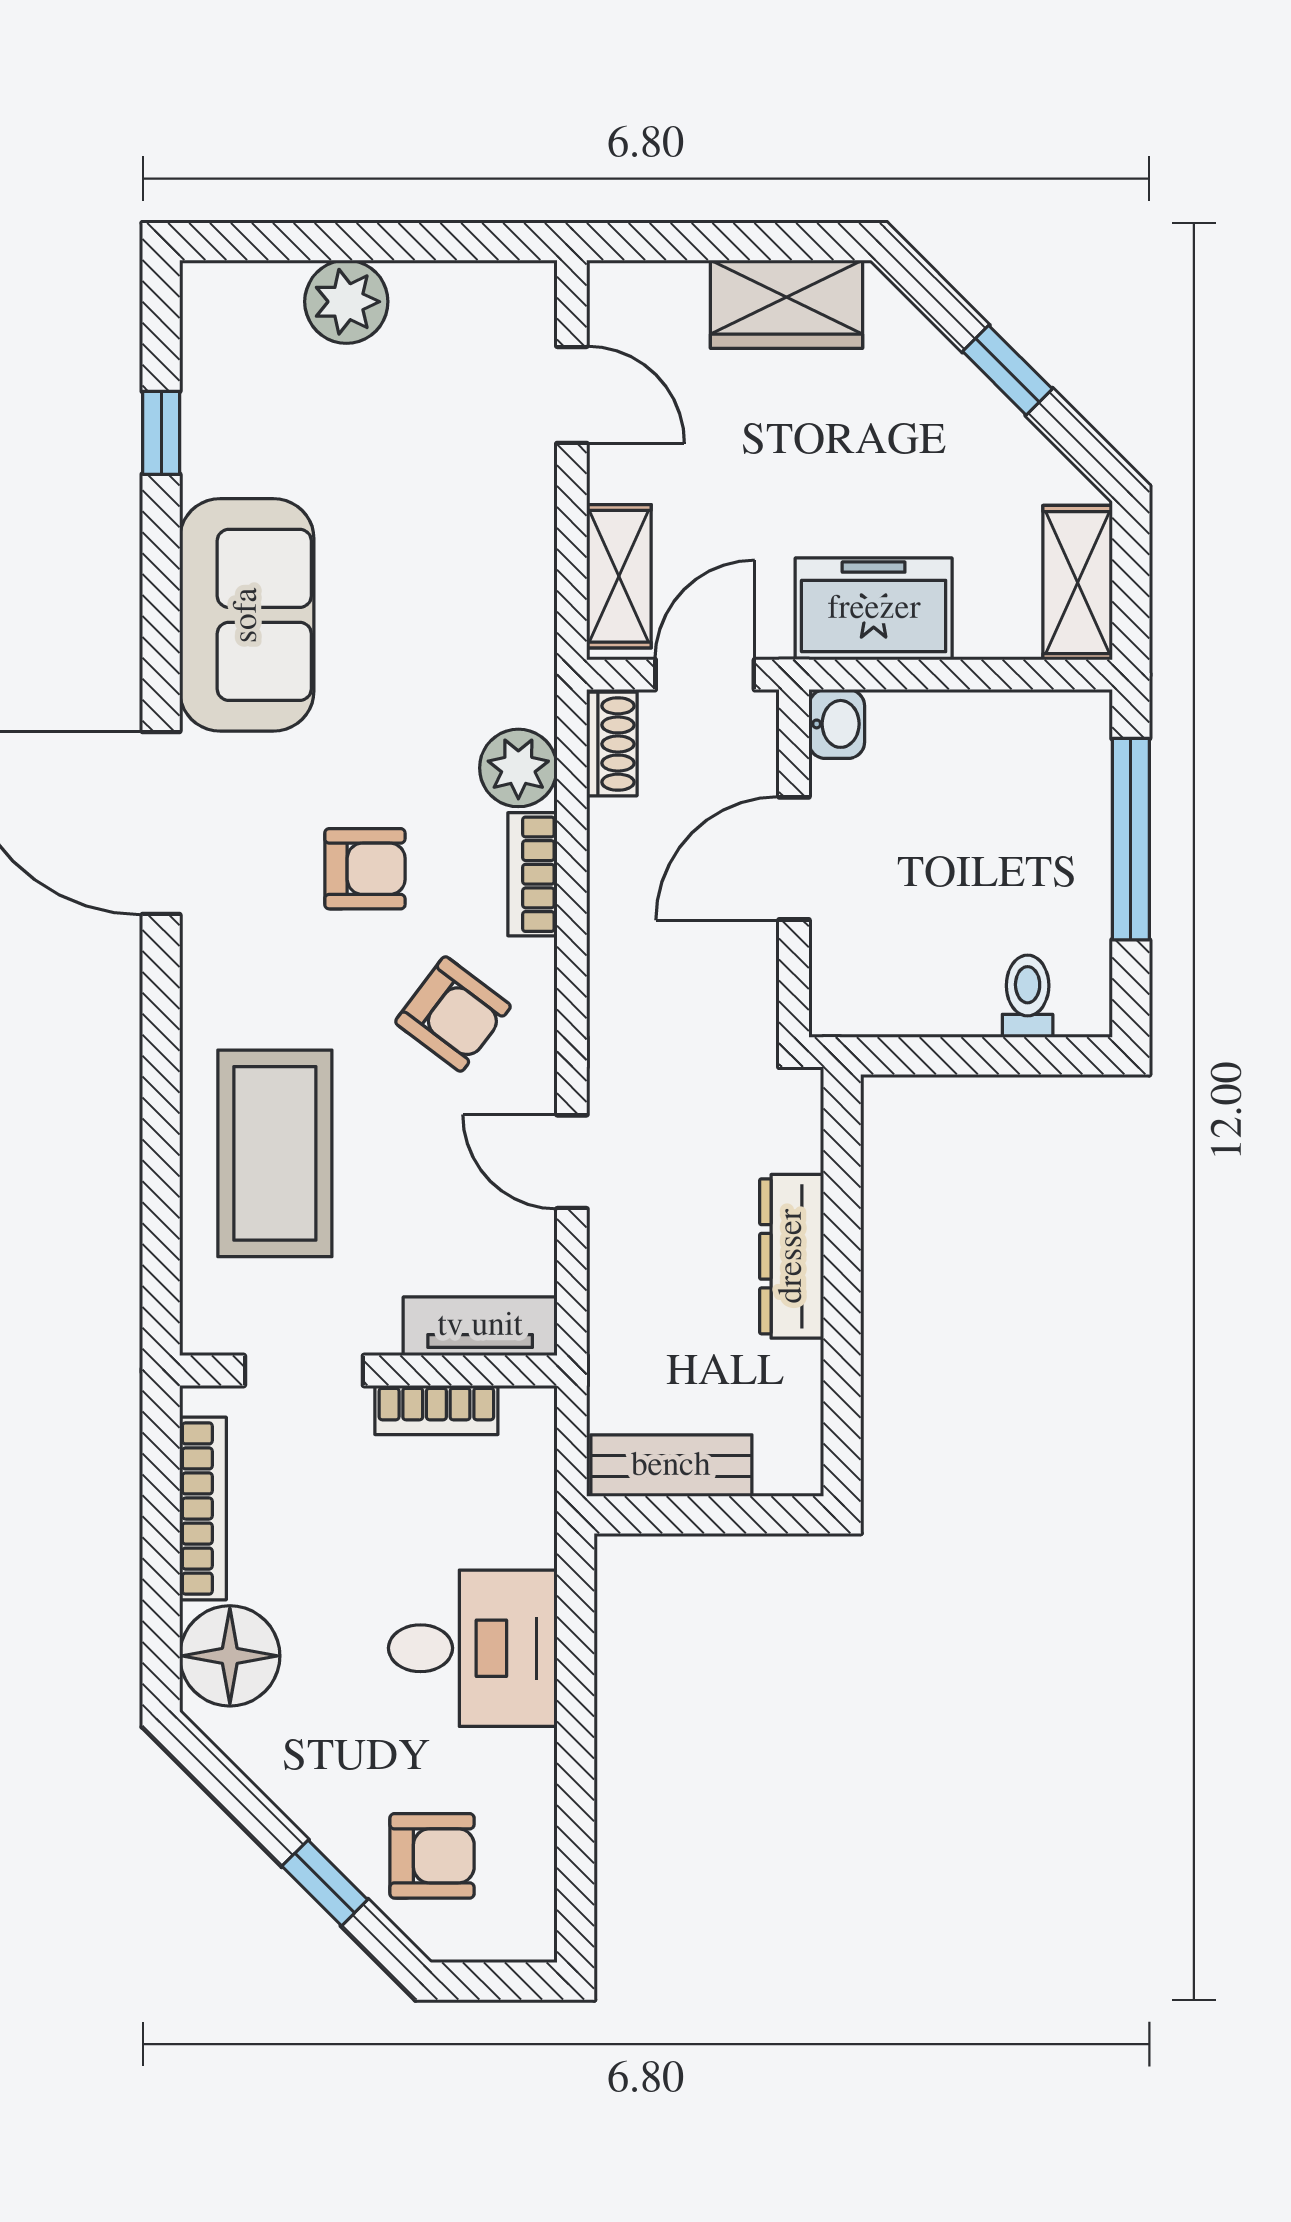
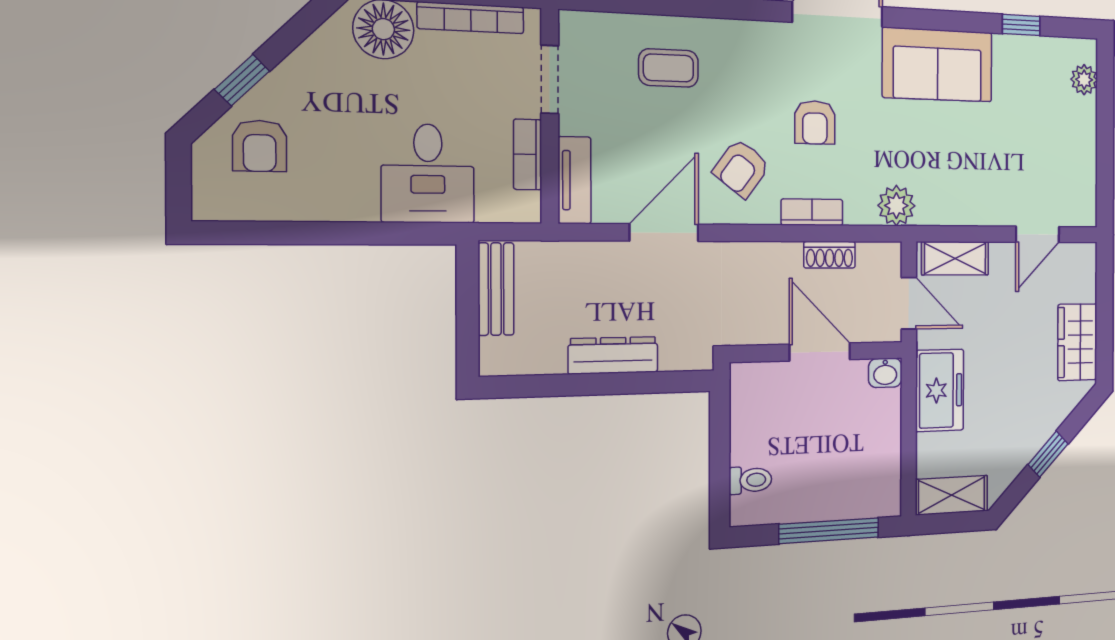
plant: (346, 302) -> (1084, 80), moved, width x0.73, depth x0.73
shoe rack: (612, 744) -> (830, 255), moved
plant: (518, 768) -> (896, 206), moved
coffee table: (275, 1153) -> (668, 68), width x0.54, depth x0.58
door: (572, 1162) -> (664, 233), width x1.38
desk: (473, 1648) -> (428, 174), moved

